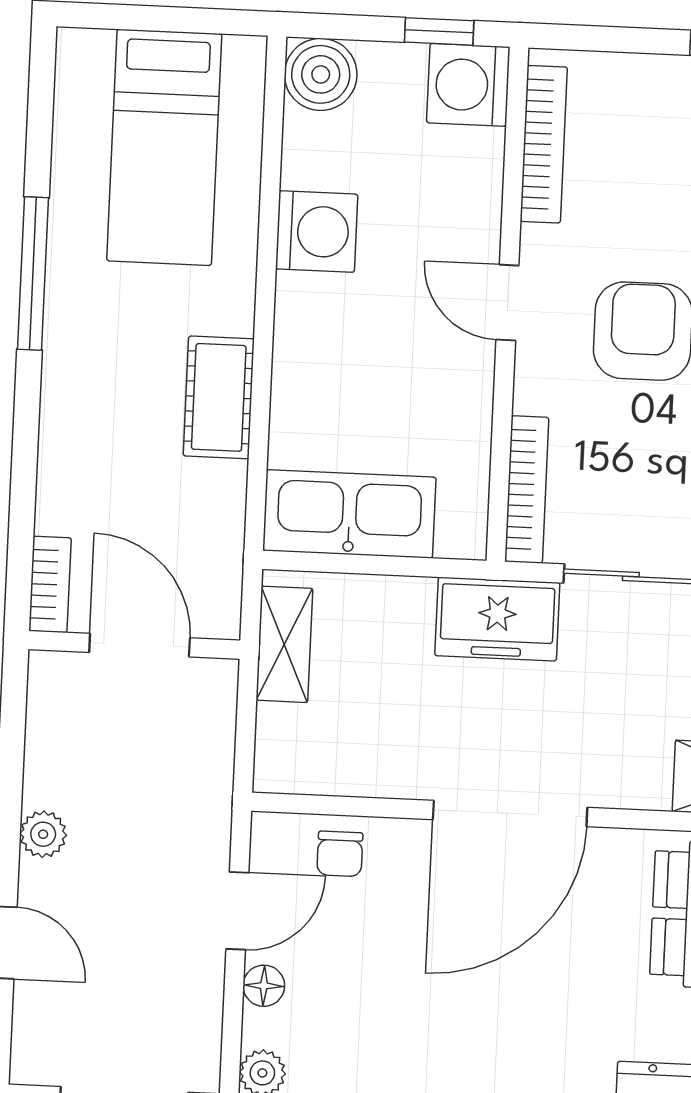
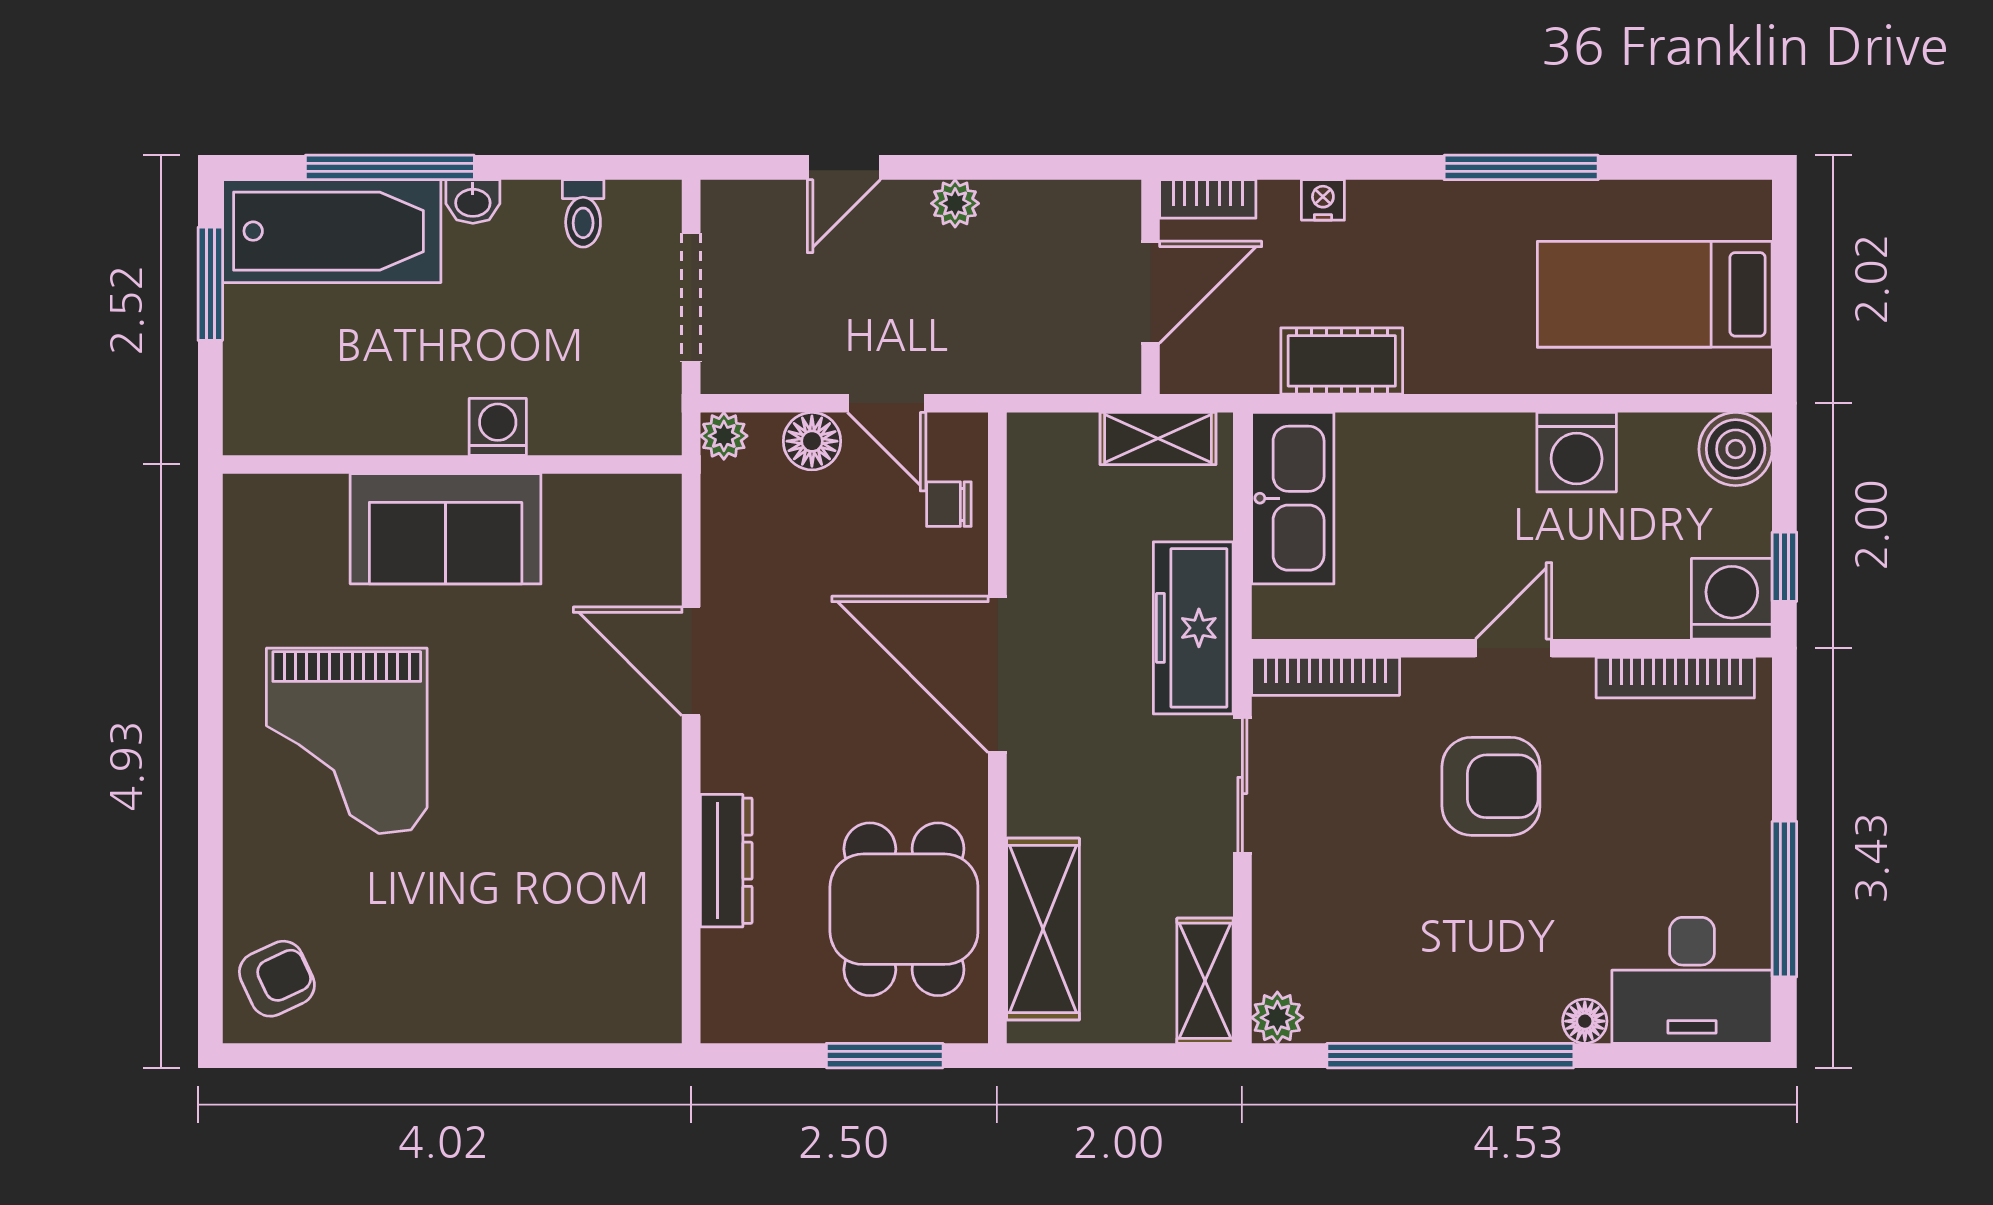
cot: (219, 397) -> (1342, 361), moved
nightstand: (56, 471) -> (1323, 200), added
freezer: (497, 619) -> (1193, 628), width x1.40
floor lamp: (264, 986) -> (812, 441), width x1.37, depth x1.37

